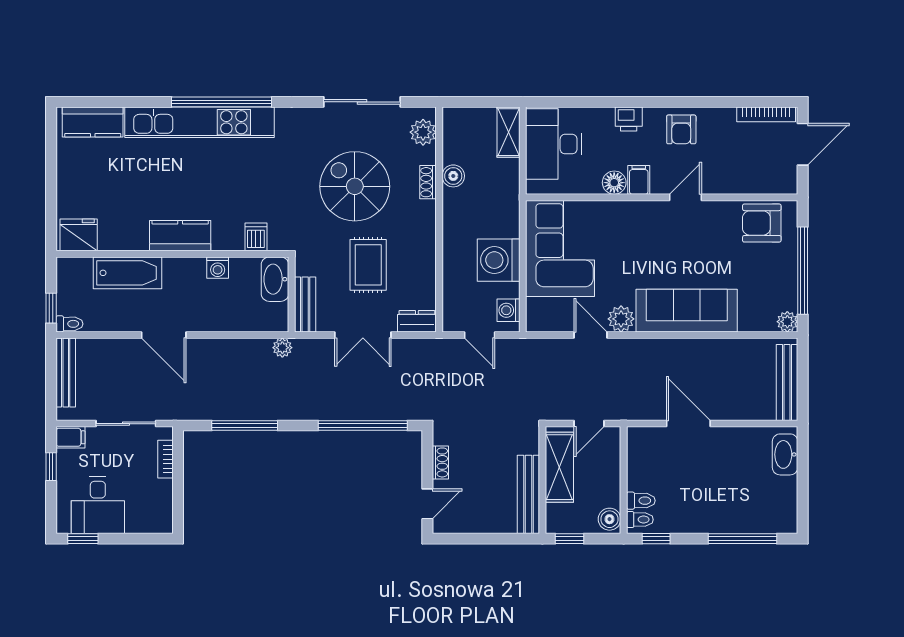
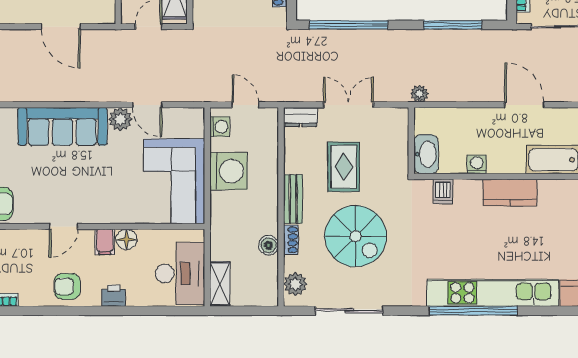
armchair: (681, 129) -> (67, 286), turned -90
bench: (305, 304) -> (293, 199), moved

